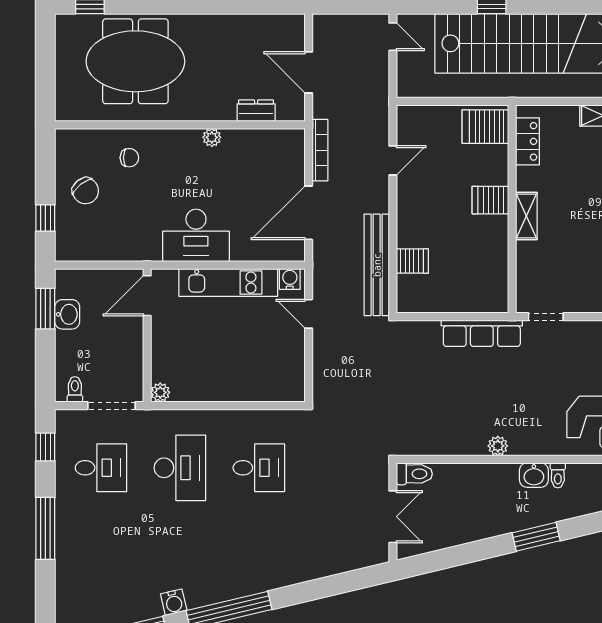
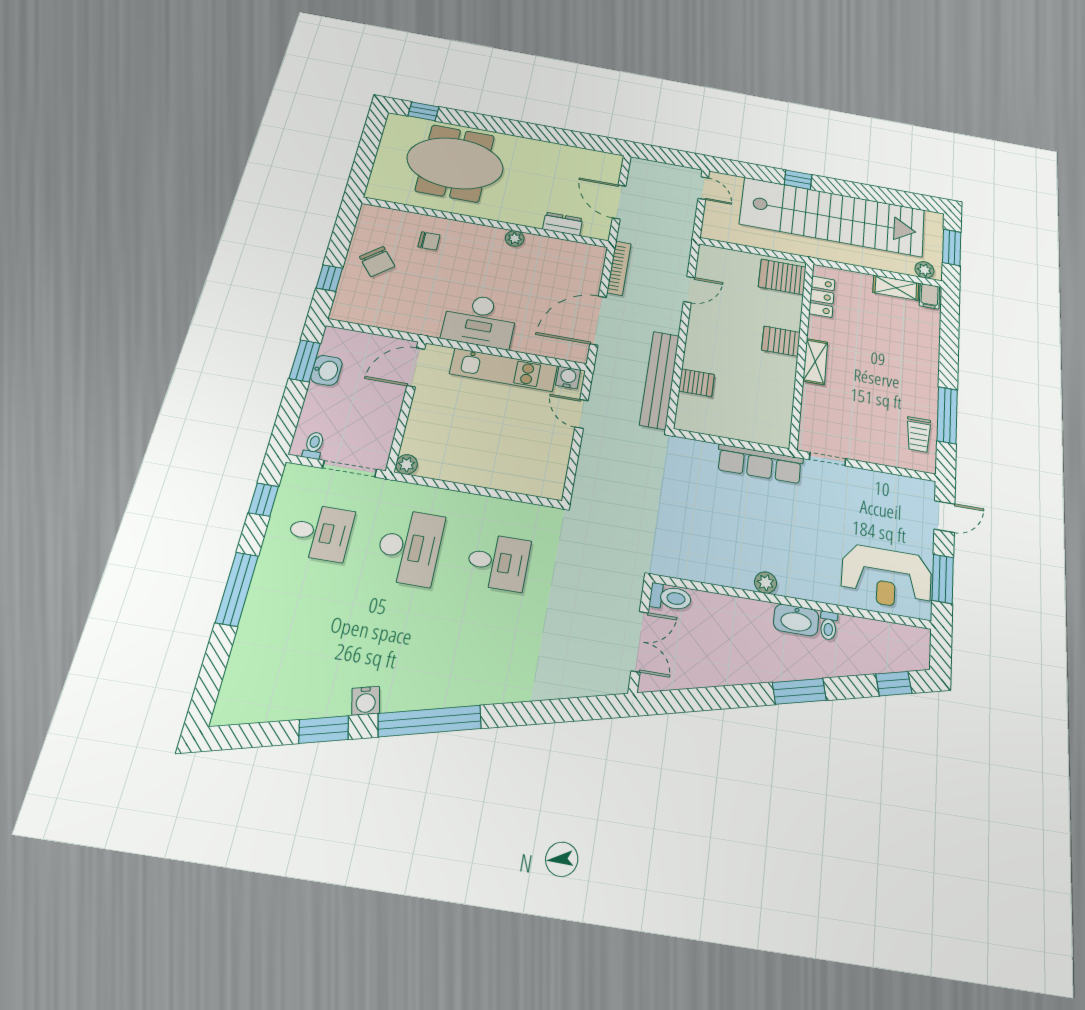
washbasin: (534, 475) -> (796, 620), width x1.38

